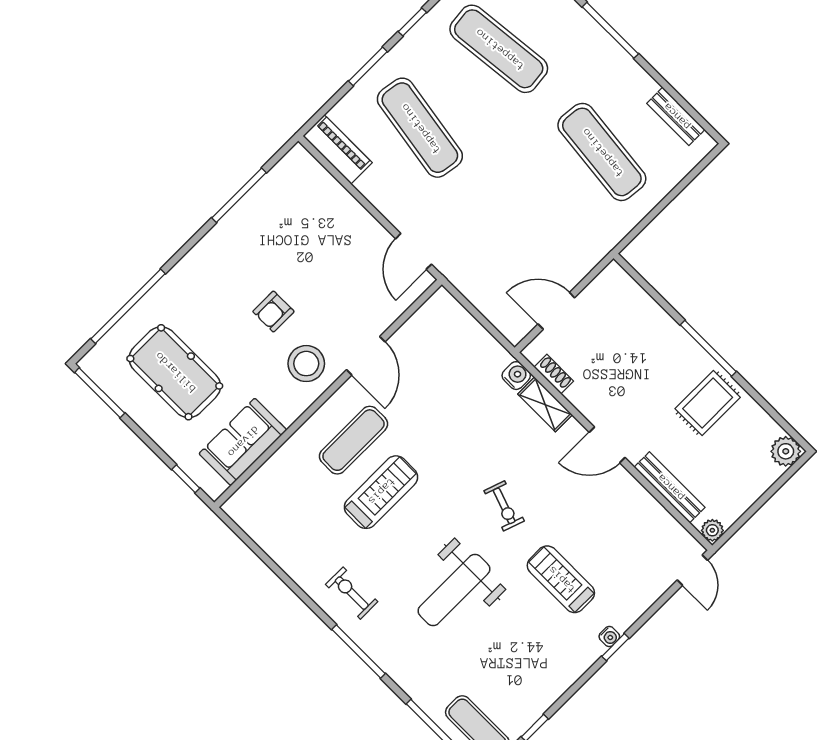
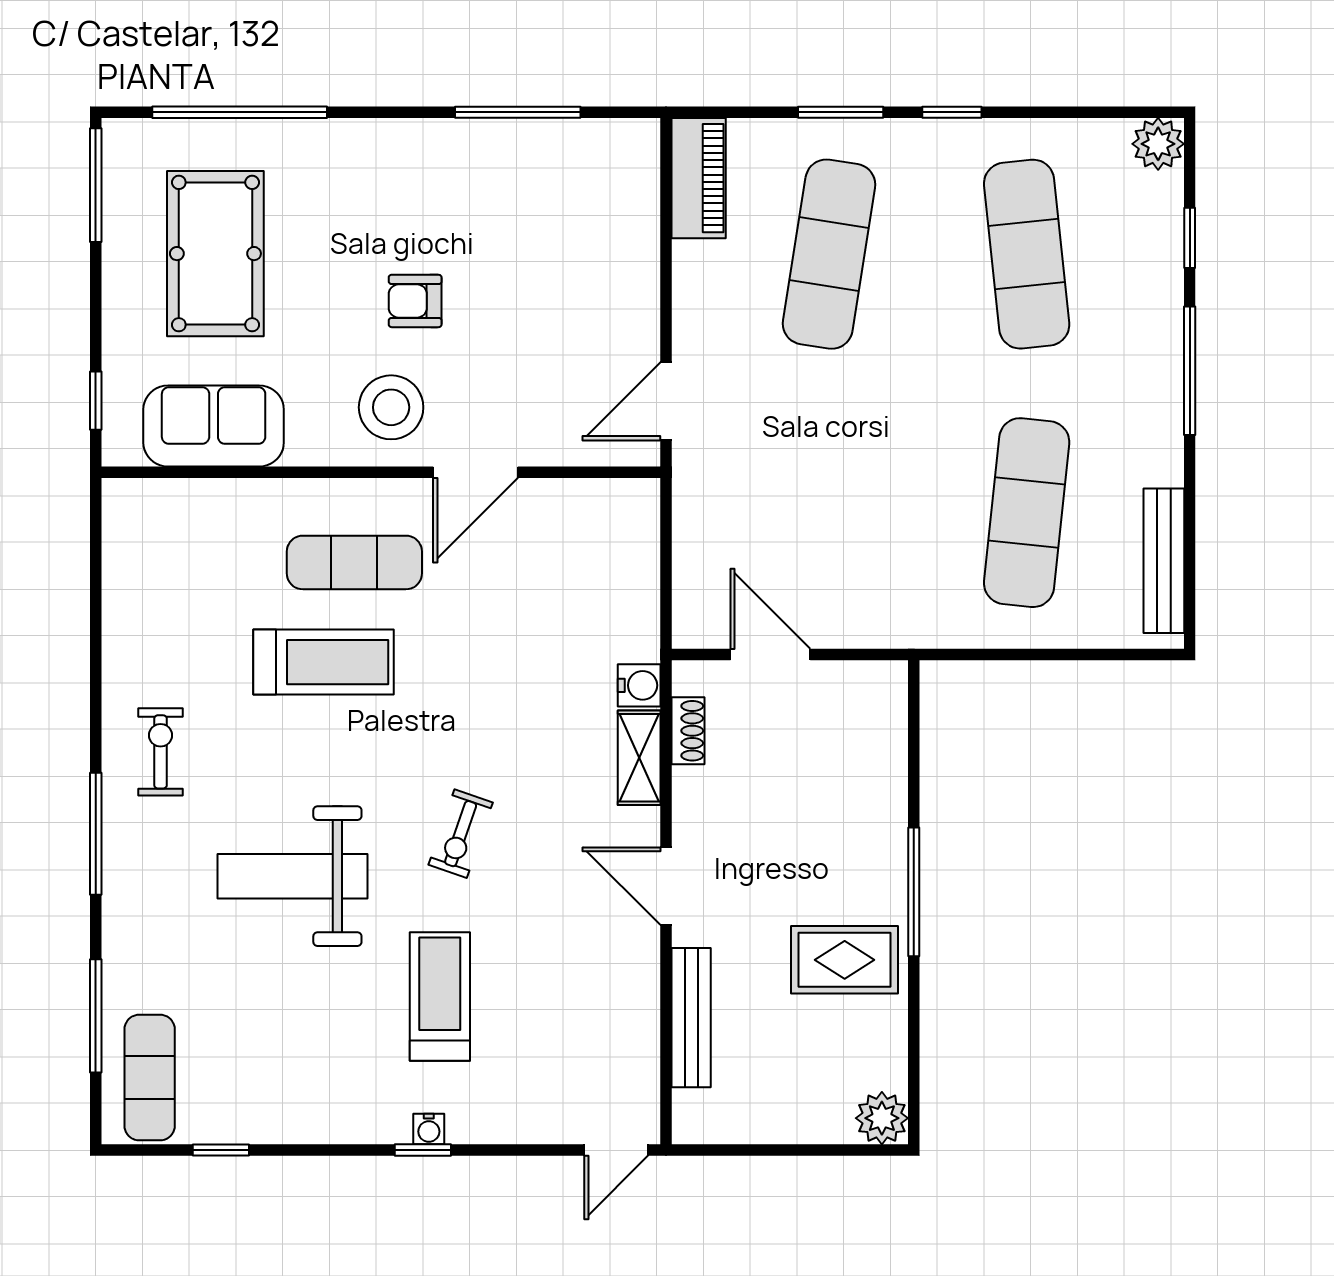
bench: (676, 116) -> (1164, 561), width x1.36
plant: (712, 530) -> (691, 1125), removed

